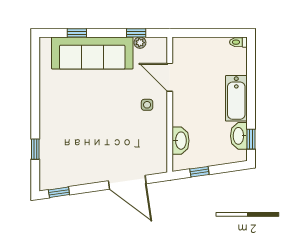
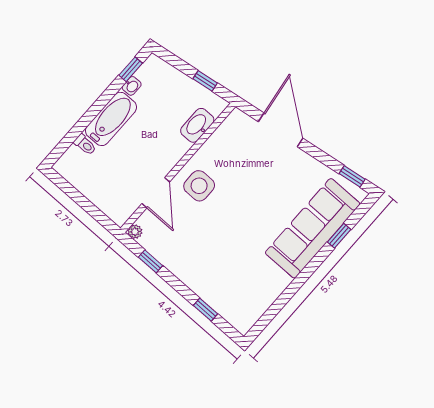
toilet: (238, 42) -> (85, 145), moved
plant: (140, 43) -> (135, 232), moved
sofa: (92, 53) -> (313, 228), moved, turned -90
side table: (147, 105) -> (199, 186), width x1.87, depth x1.87
washbasin: (239, 136) -> (132, 86), width x0.52, depth x0.69

